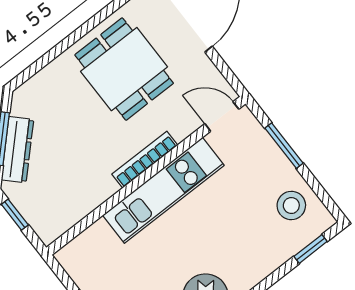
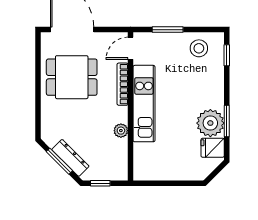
bookcase: (145, 160) -> (123, 84), moved
plant: (105, 188) -> (121, 131), added

